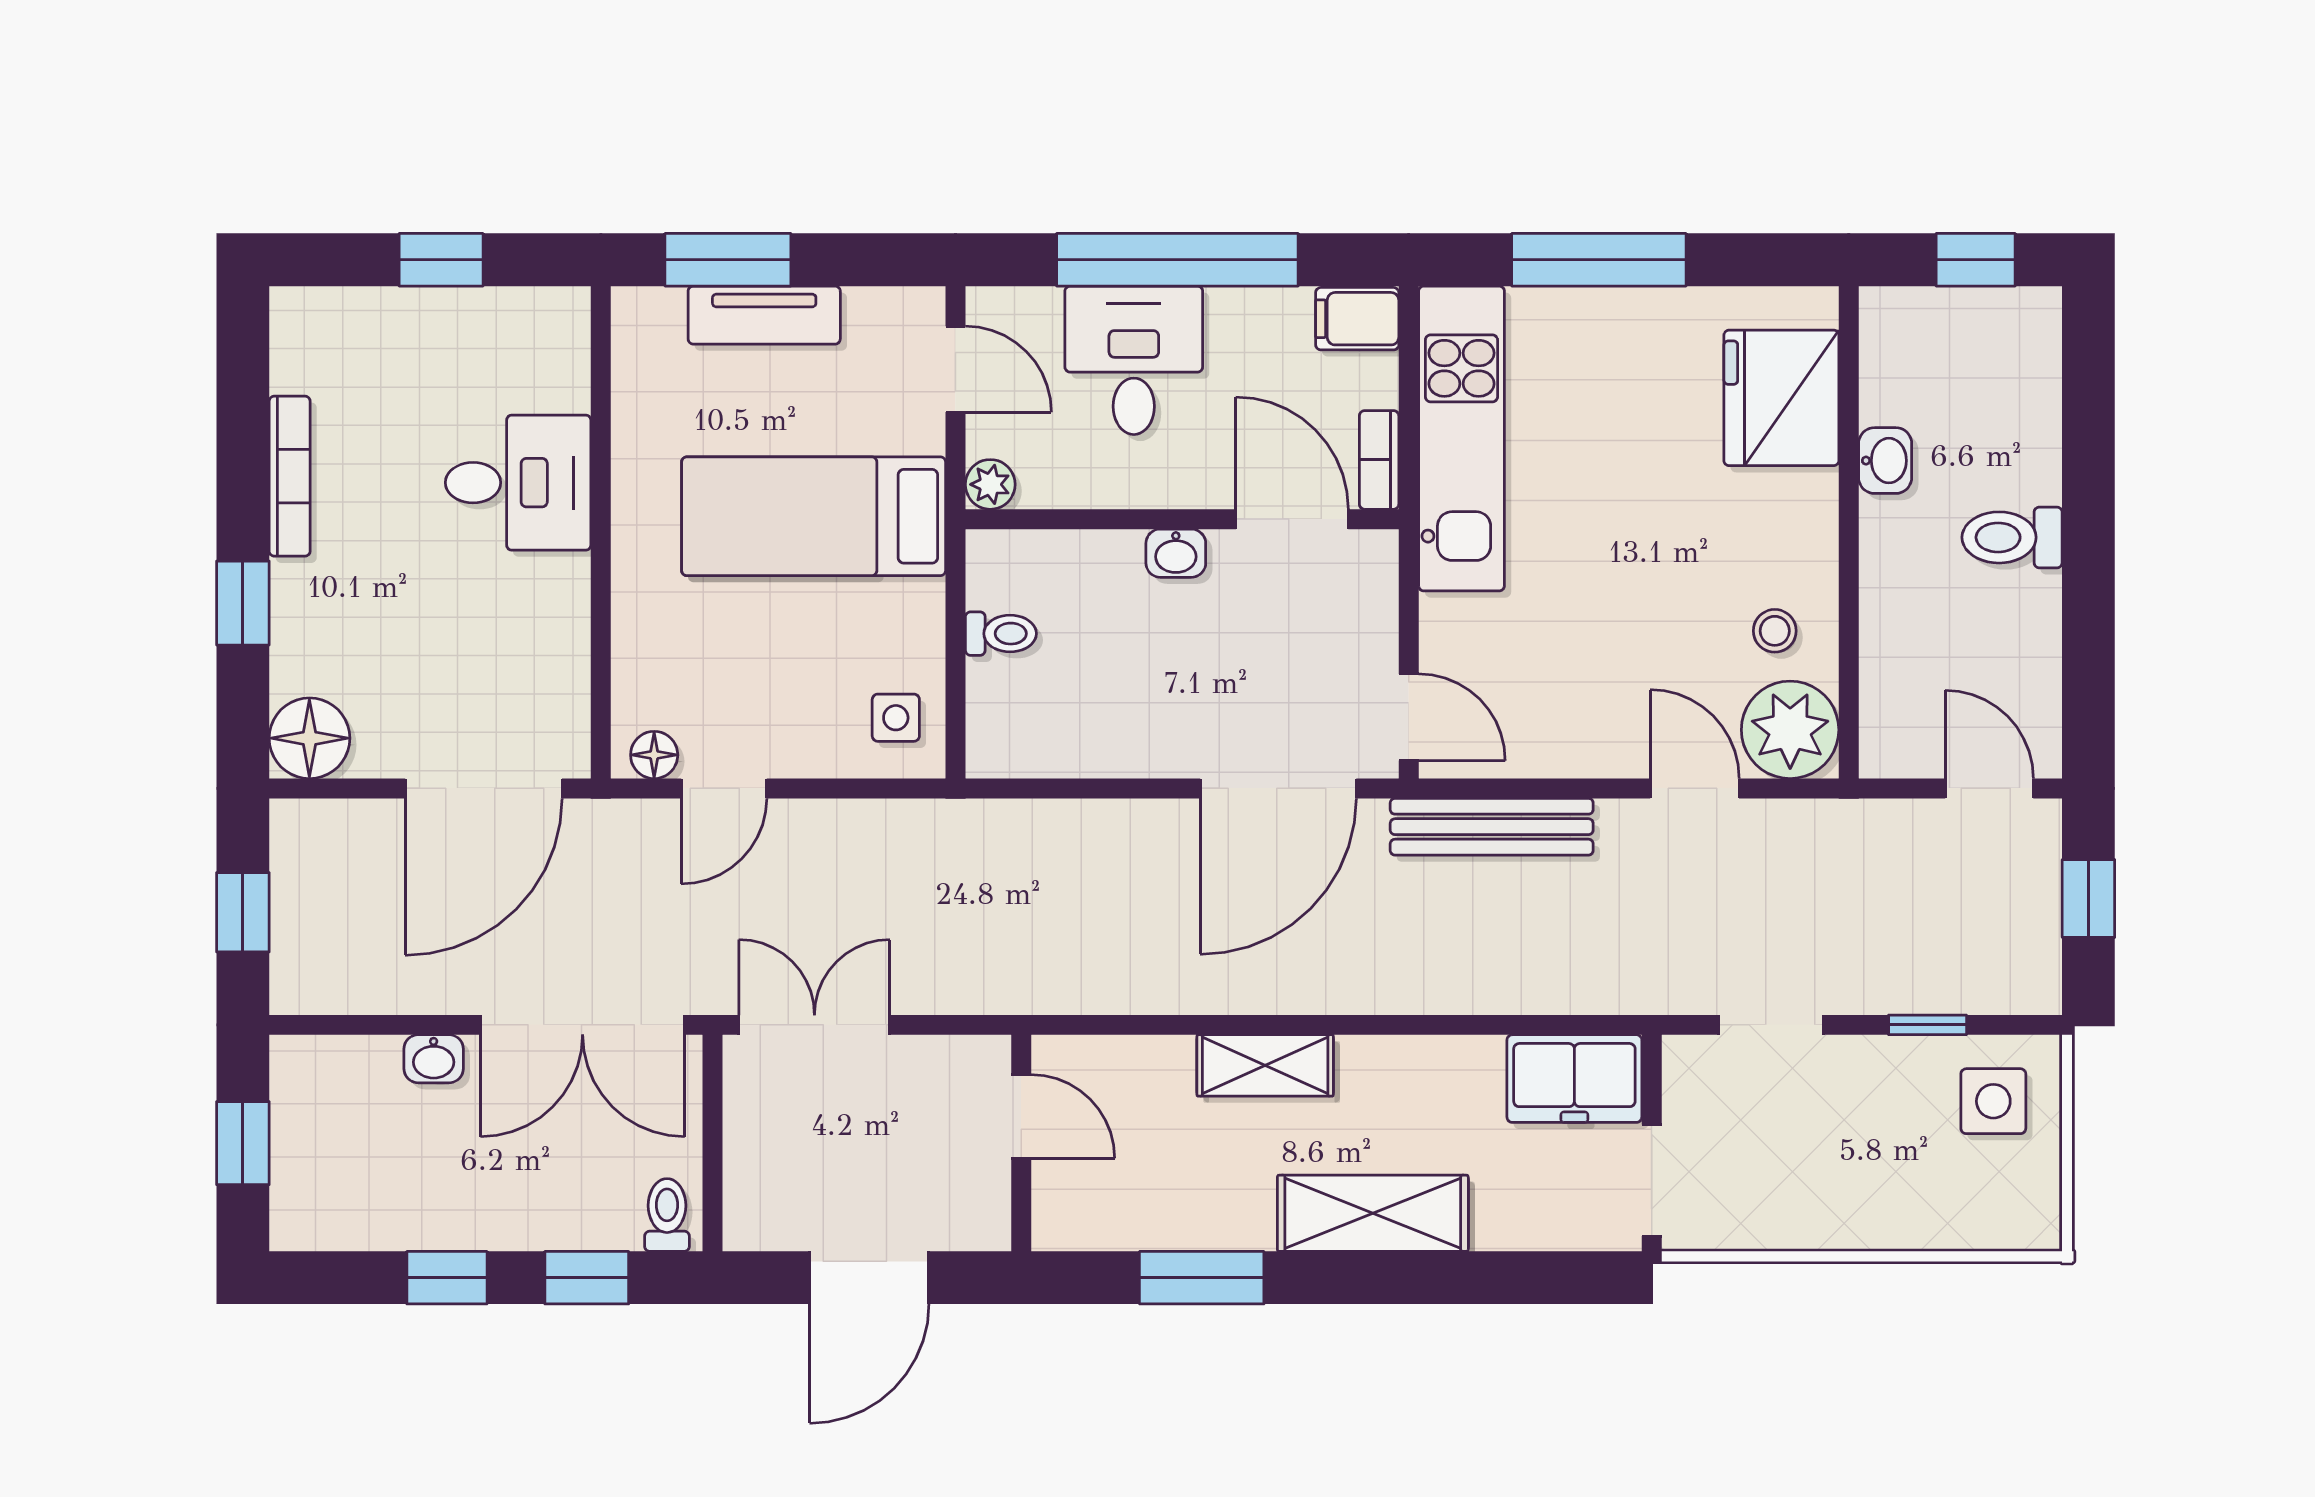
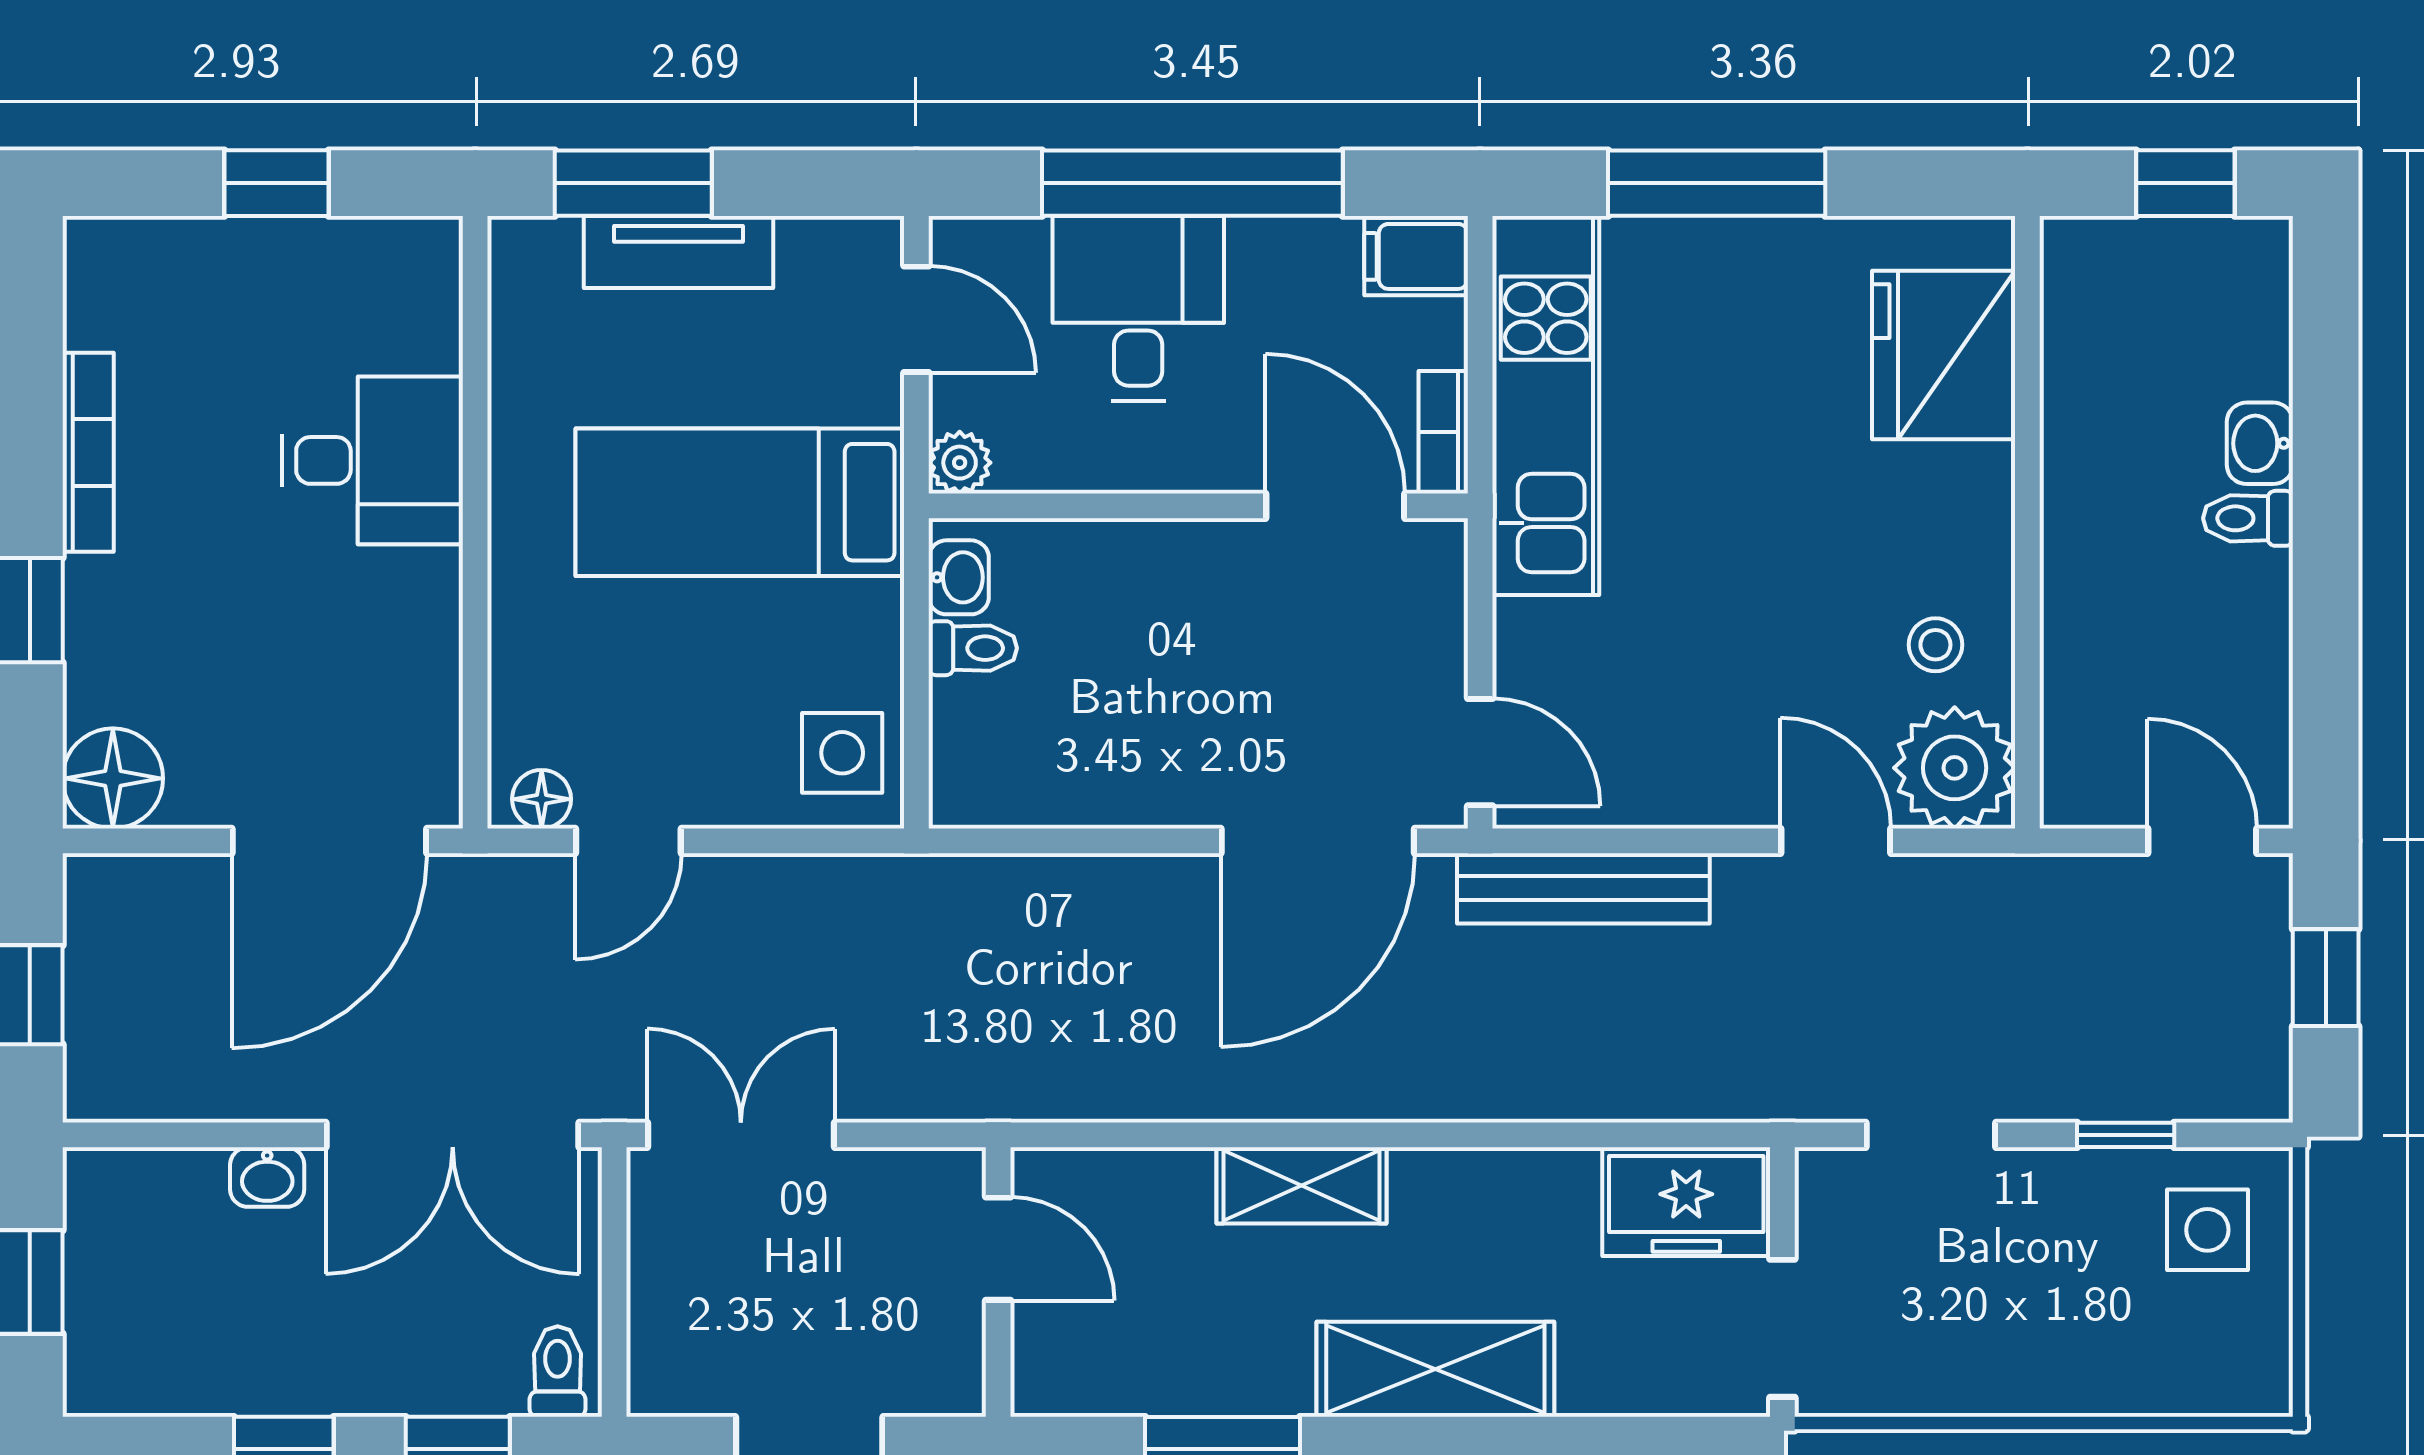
washbasin: (1885, 461) -> (2260, 443), moved, turned 180
toilet: (2012, 537) -> (2248, 518), width x0.73, depth x0.72
washbasin: (1176, 553) -> (959, 577), moved, turned -90
side table: (896, 718) -> (842, 753), width x1.37, depth x1.37

